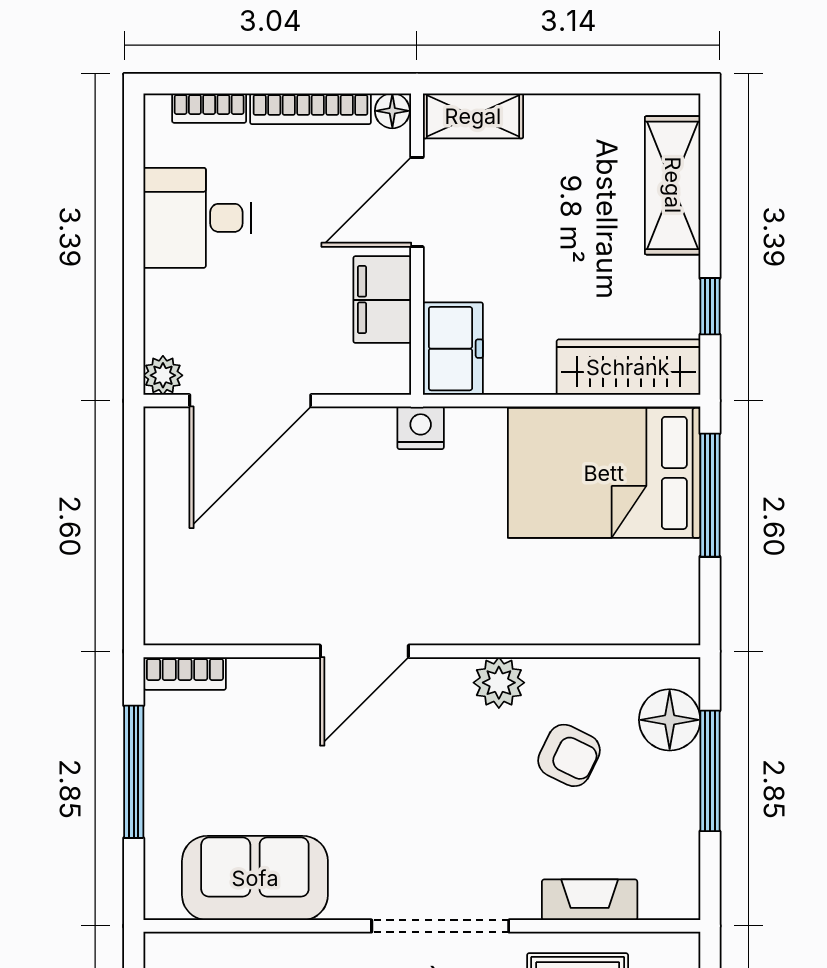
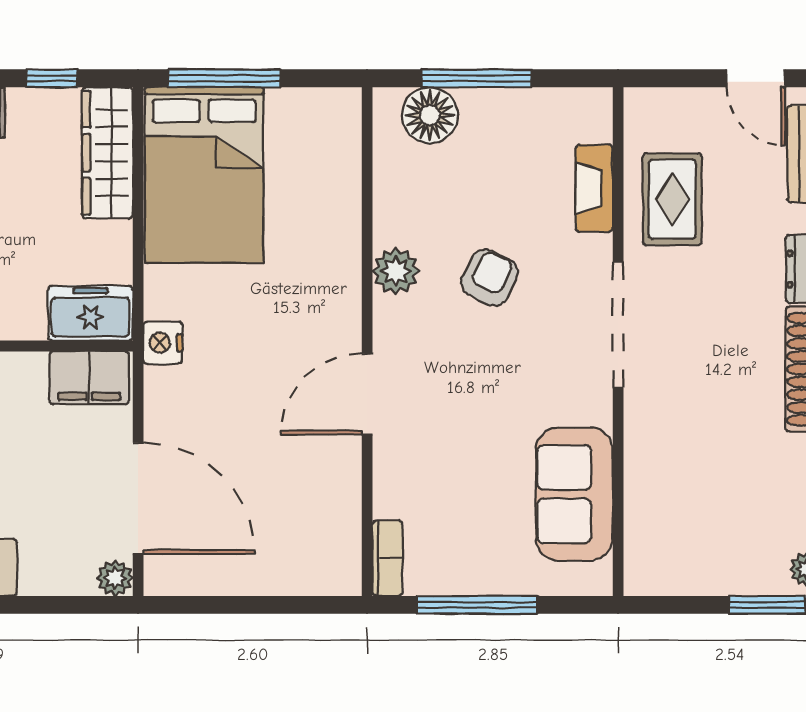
filing cabinet: (382, 300) -> (89, 378), moved
door: (364, 651) -> (367, 394), swing flipped
armchair: (569, 755) -> (490, 278), moved

